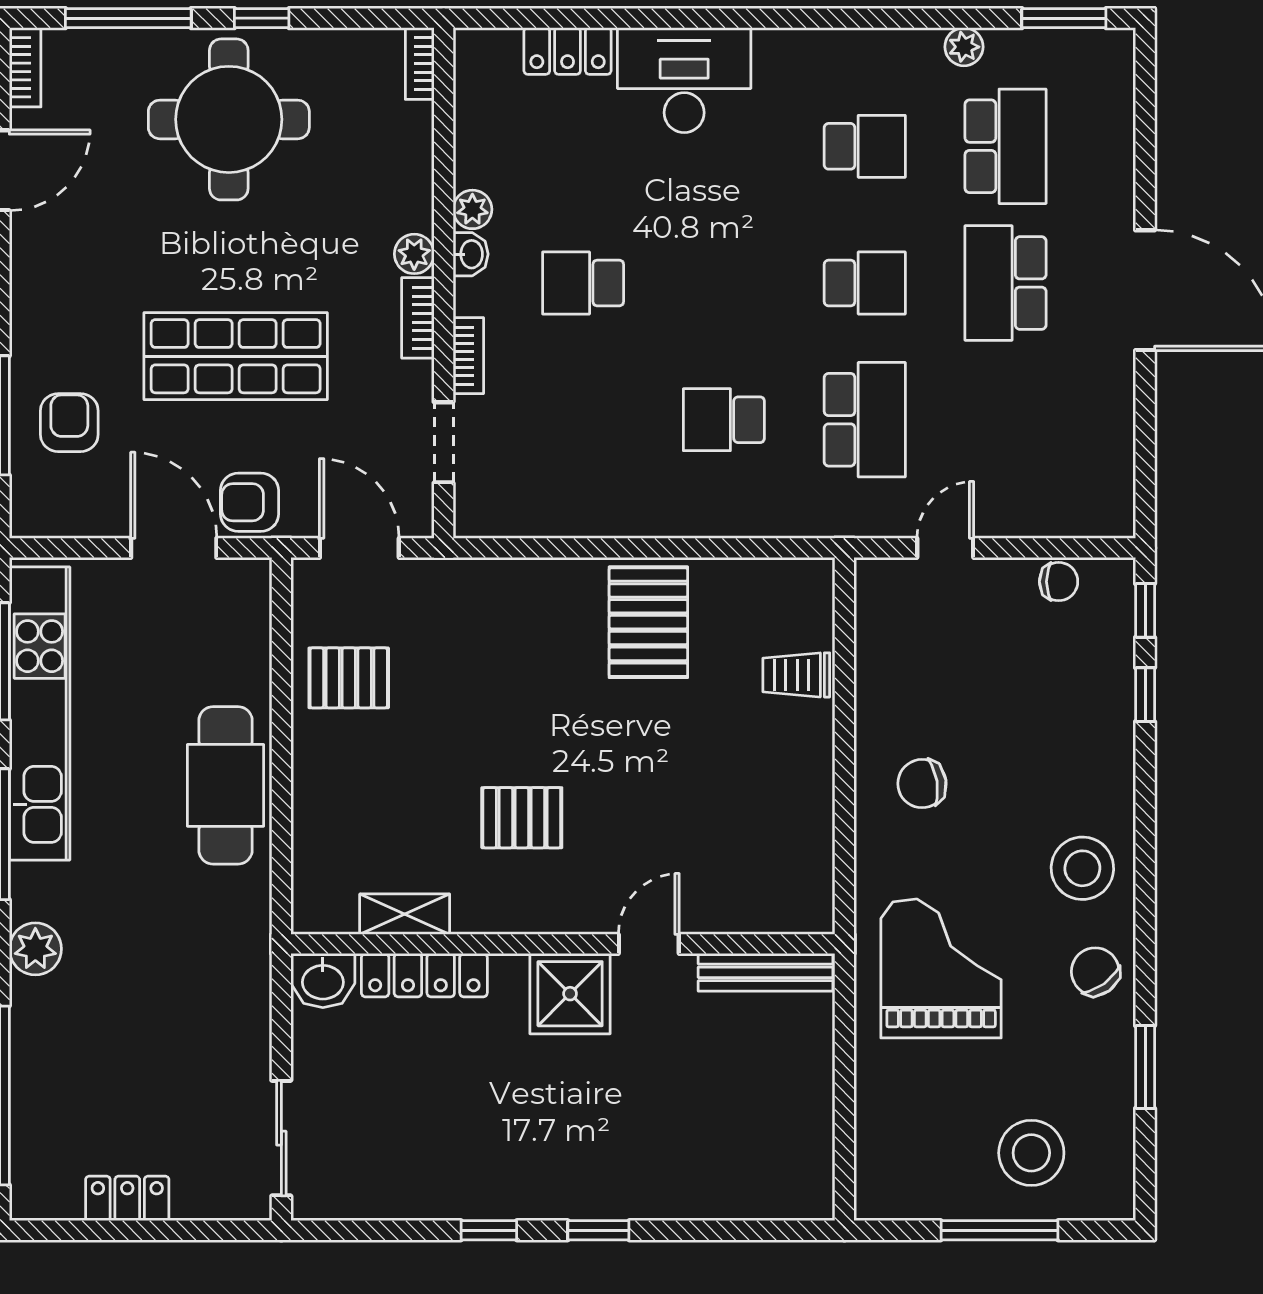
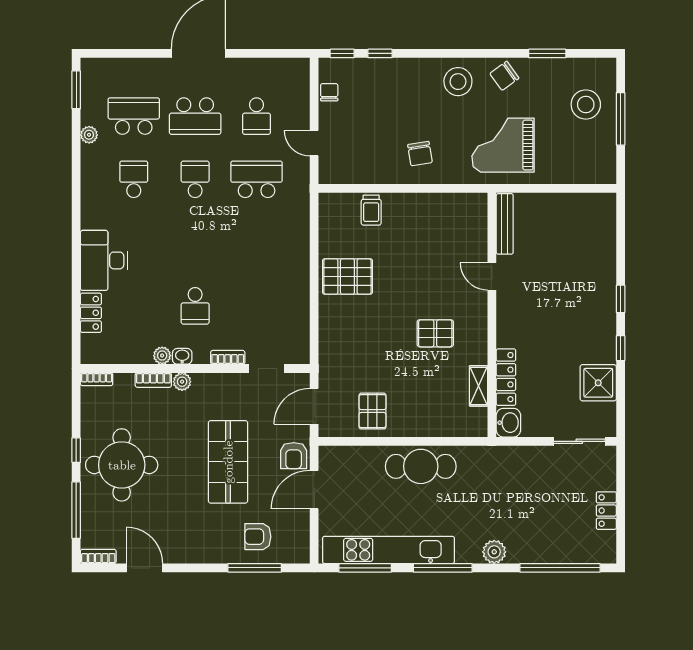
bookcase: (418, 318) -> (153, 380), moved
school desk: (724, 420) -> (257, 116), moved
pallet: (522, 818) -> (435, 333), turned 90
shower: (570, 994) -> (598, 383), moved

